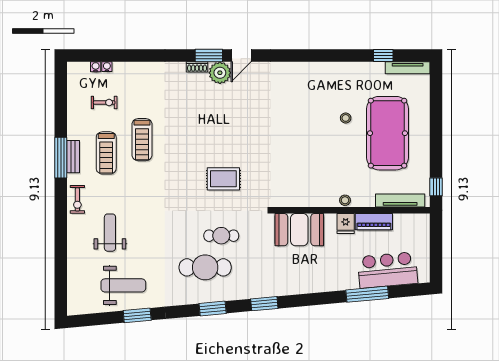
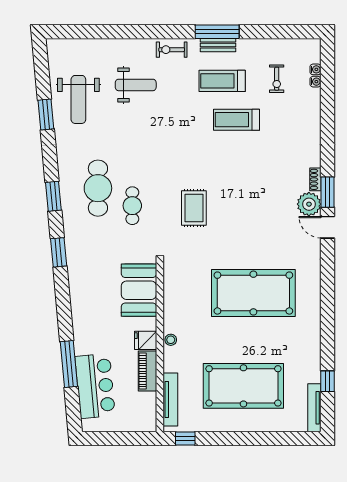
stool: (346, 118) -> (260, 340), removed
pool table: (302, 124) -> (253, 293), added

